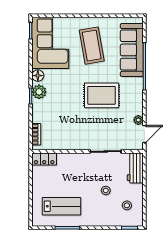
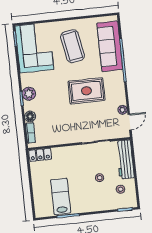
floor lamp: (38, 76) -> (30, 116), moved
workbench: (135, 168) -> (125, 159), width x1.38
lab bench: (61, 206) -> (61, 196), turned -90

